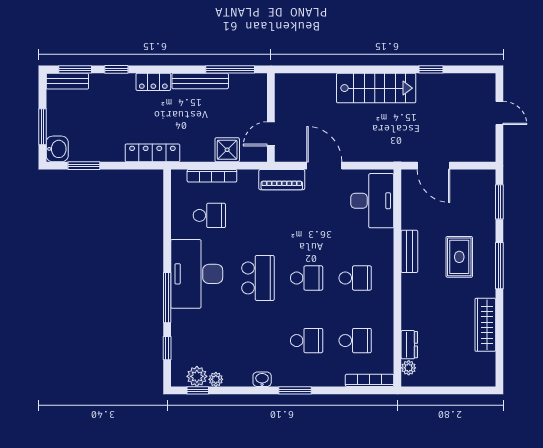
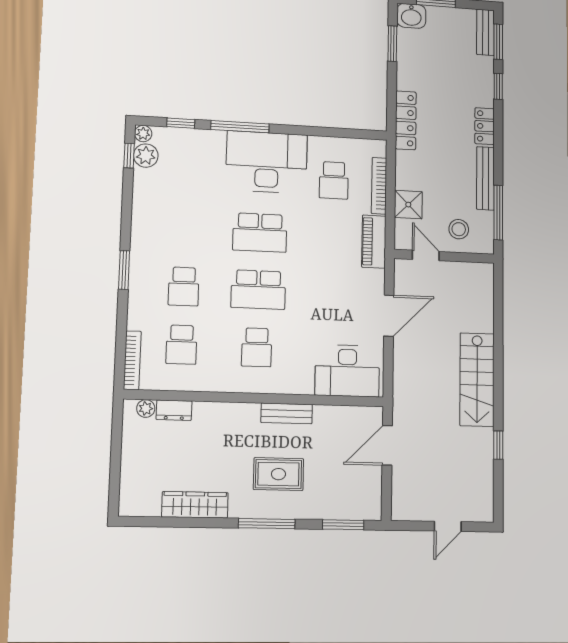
stool: (247, 105) -> (459, 229), added
piano: (282, 180) -> (374, 242), moved
school desk: (307, 278) -> (258, 290), width x1.85
plant: (216, 379) -> (143, 134), moved
washbasin: (262, 379) -> (139, 232), removed

